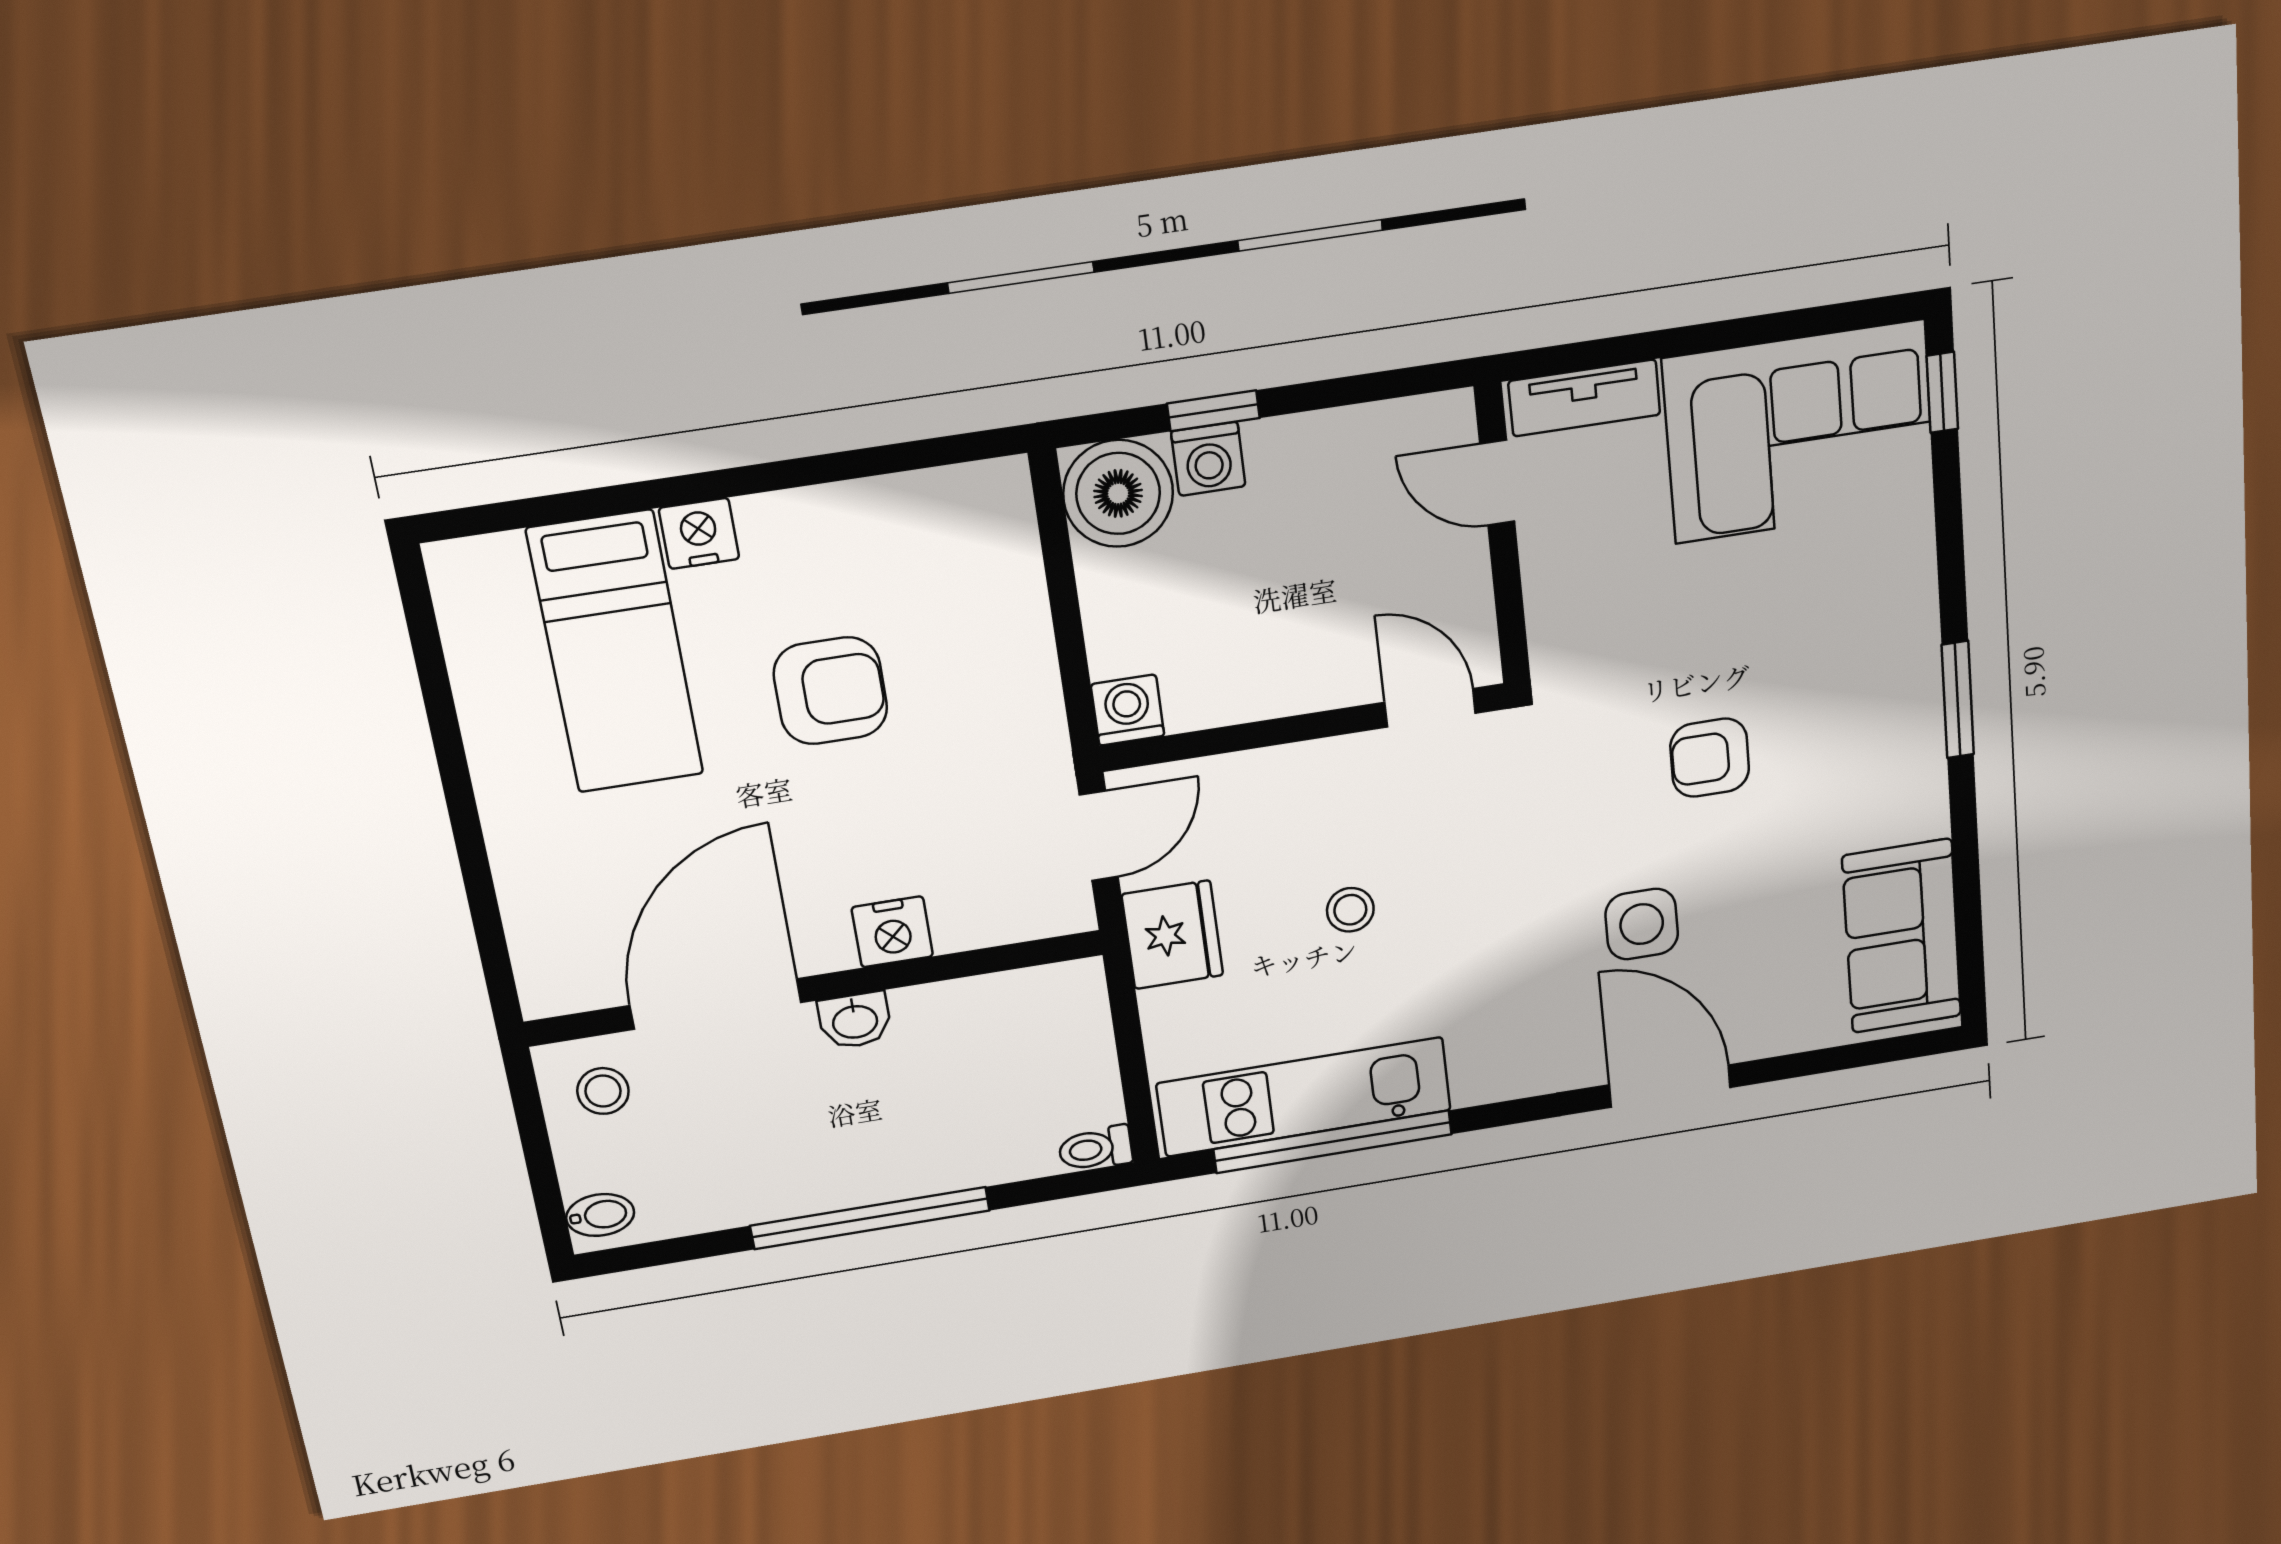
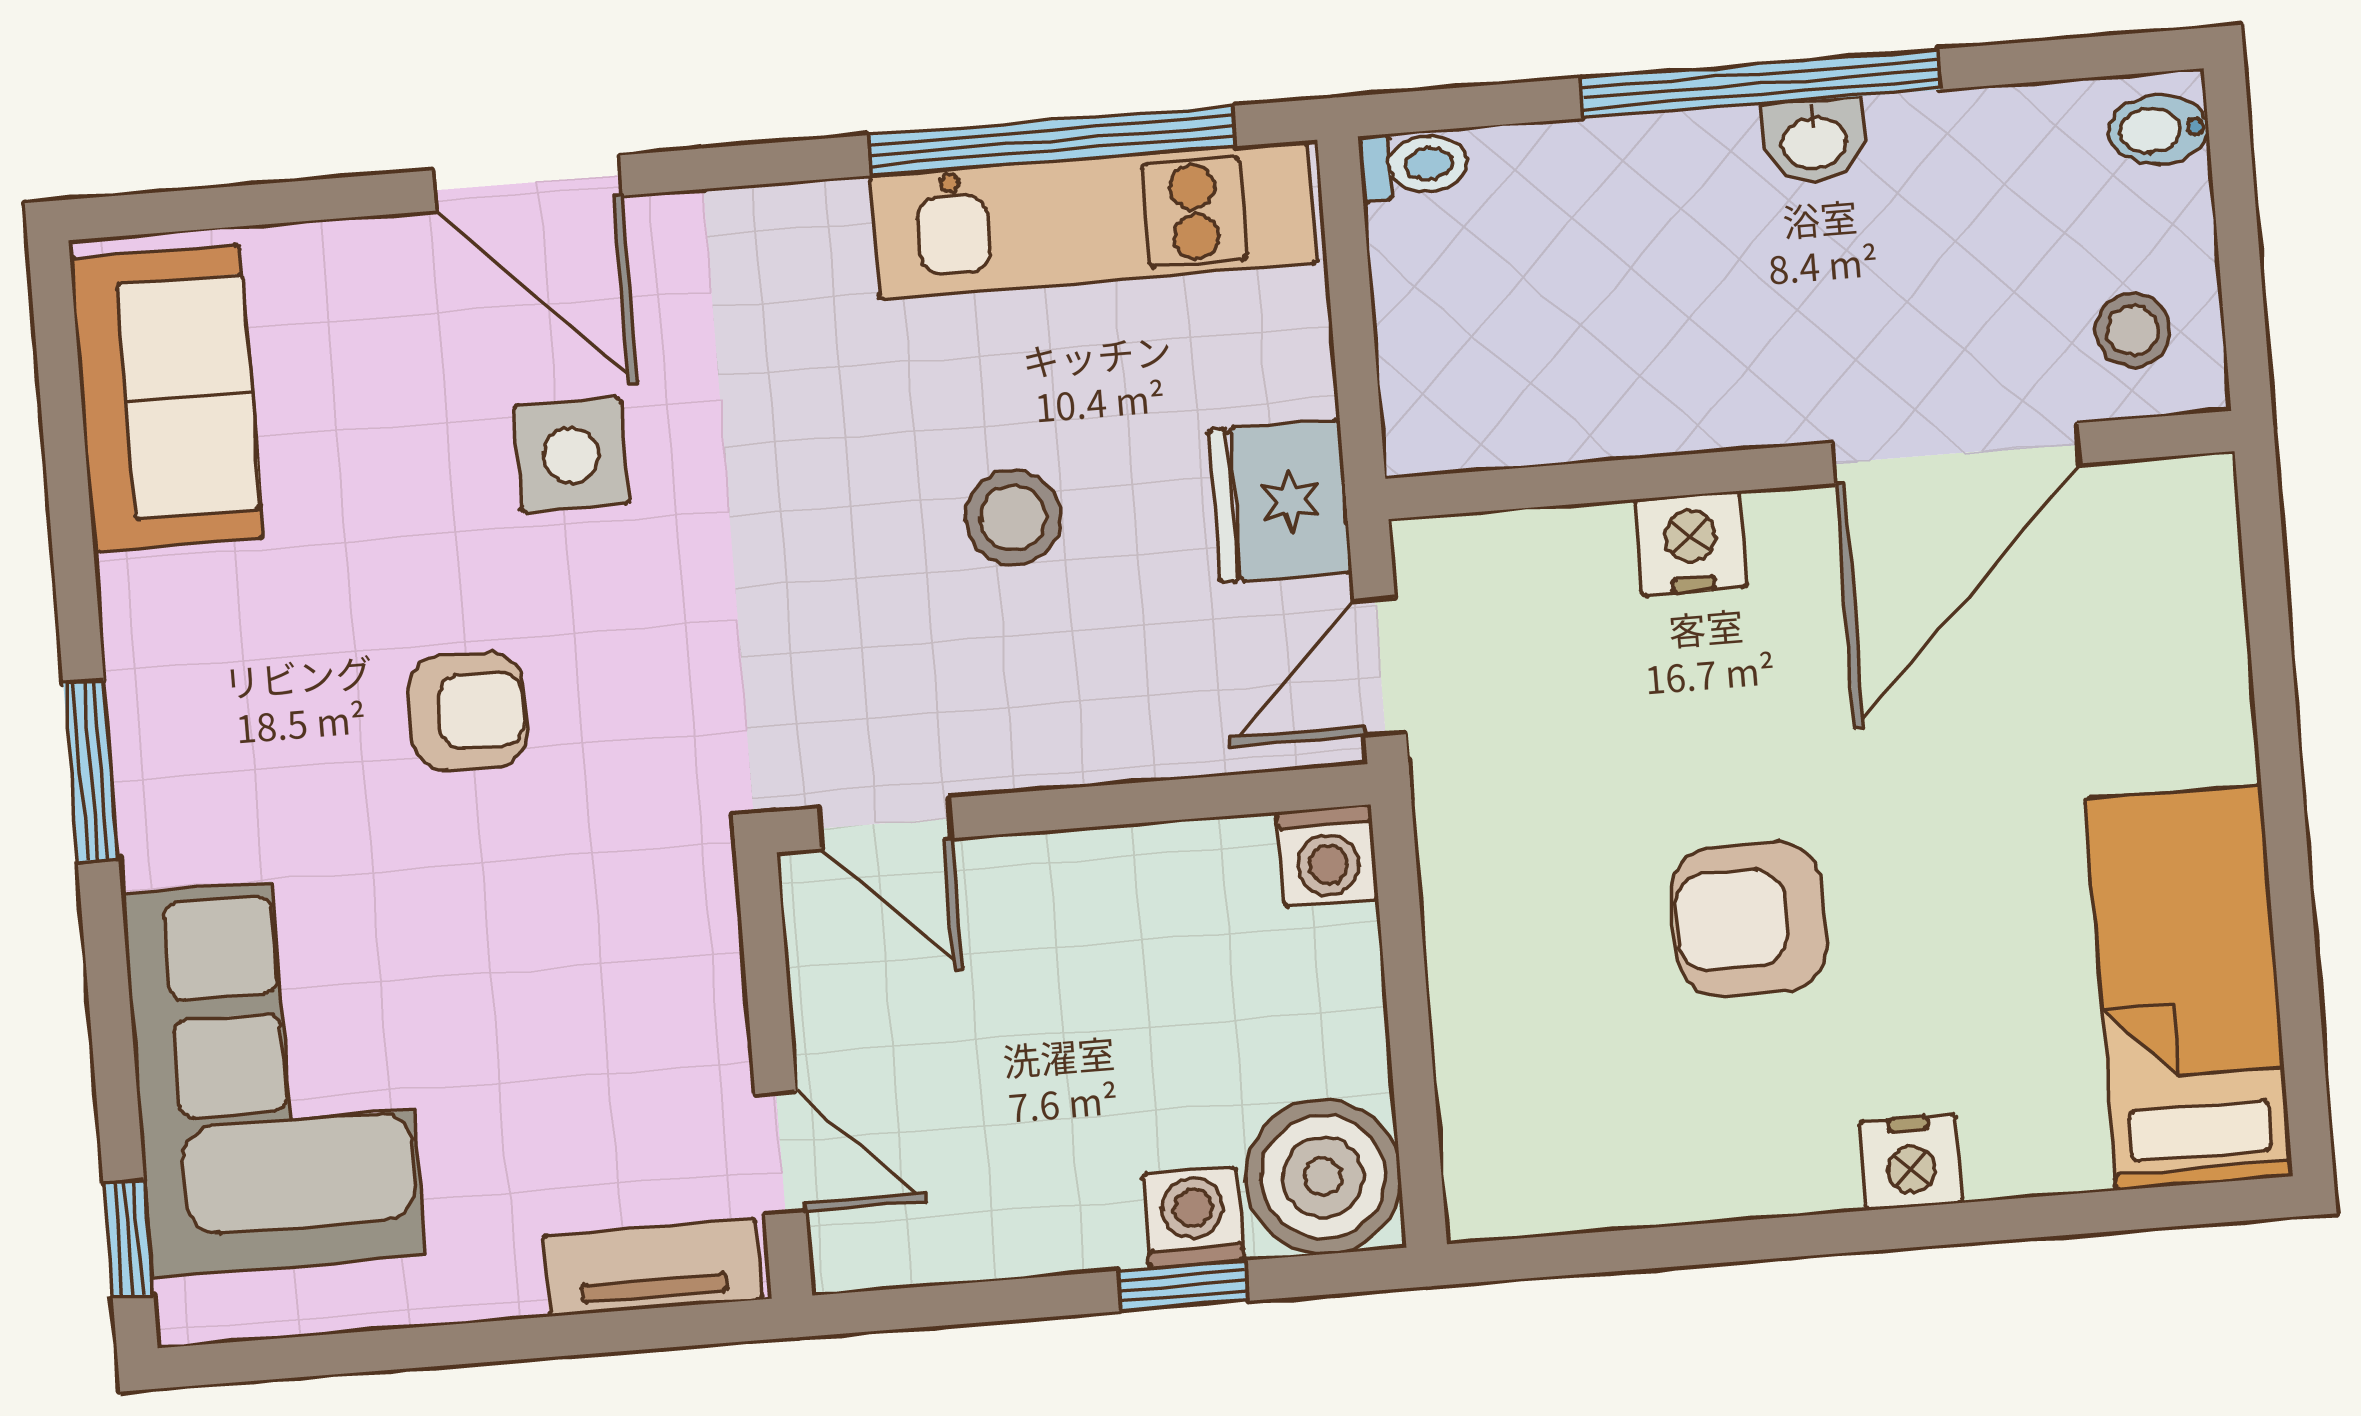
corner sofa: (1799, 432) -> (273, 1075), moved, turned 90
bed: (616, 652) -> (2189, 987), moved
stool: (1350, 910) -> (1013, 518), width x1.37, depth x1.37
washbasin: (855, 1020) -> (1814, 140), moved, turned 180

